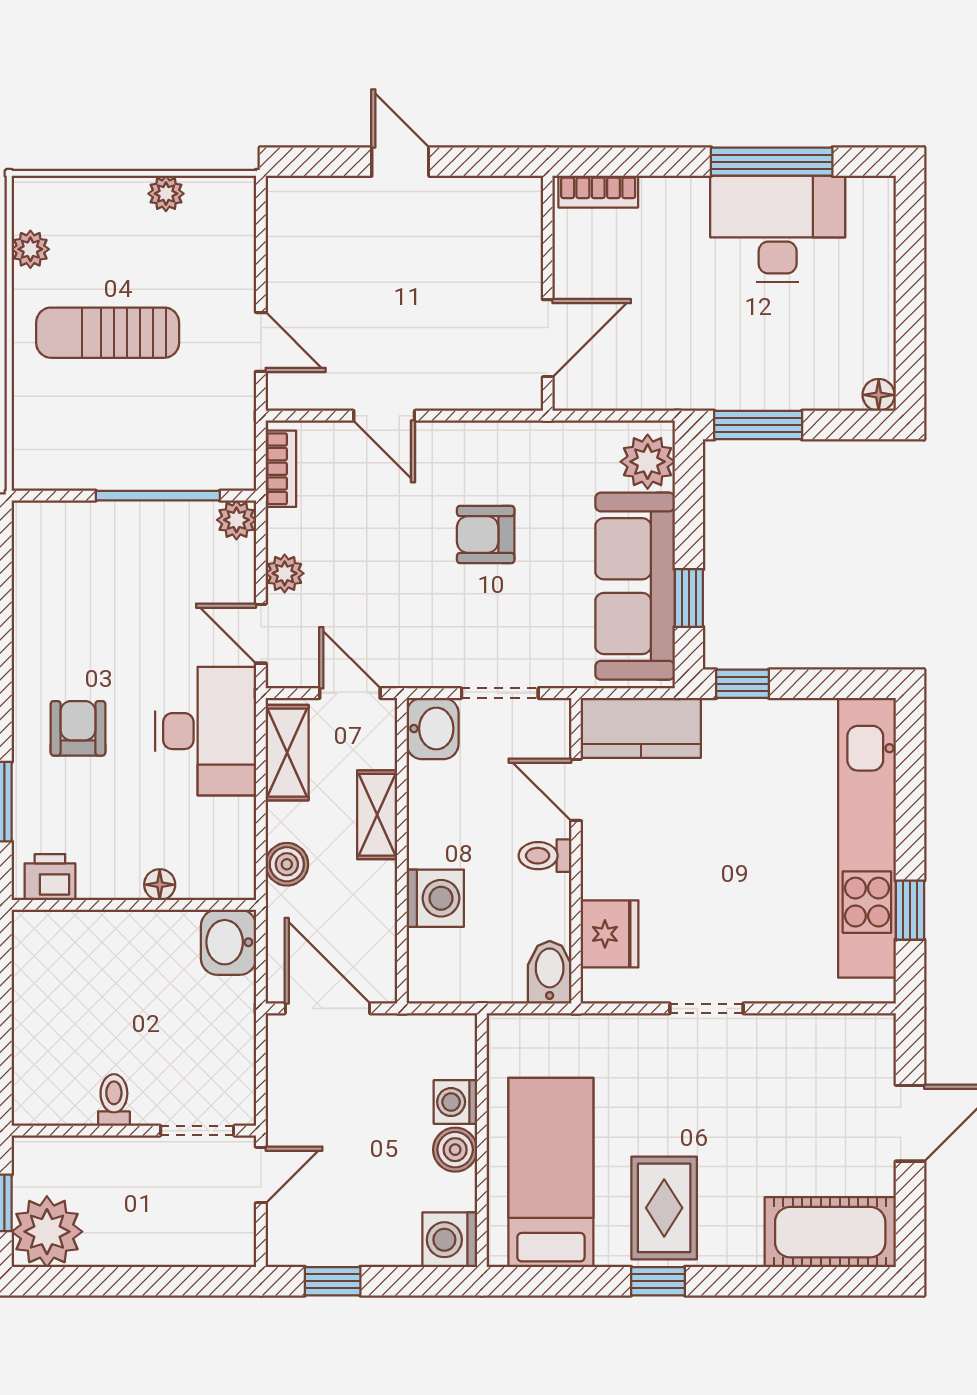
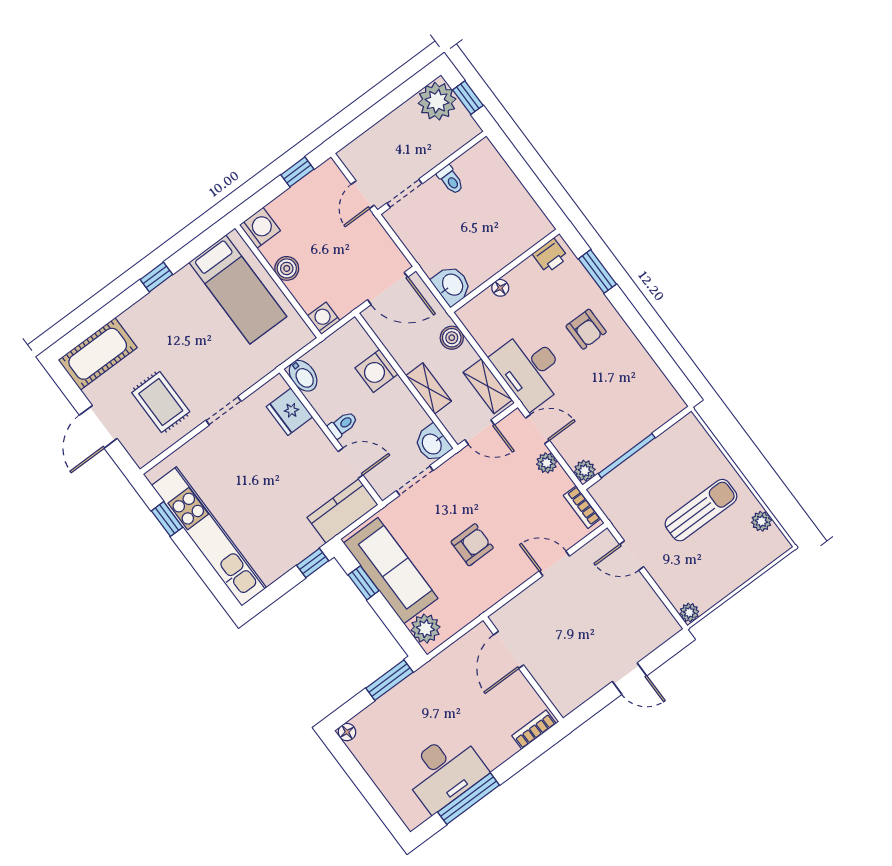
plant: (166, 194) -> (689, 613), moved
washing machine: (455, 1102) -> (324, 318), moved, turned -90
rug: (664, 1208) -> (161, 402), moved

